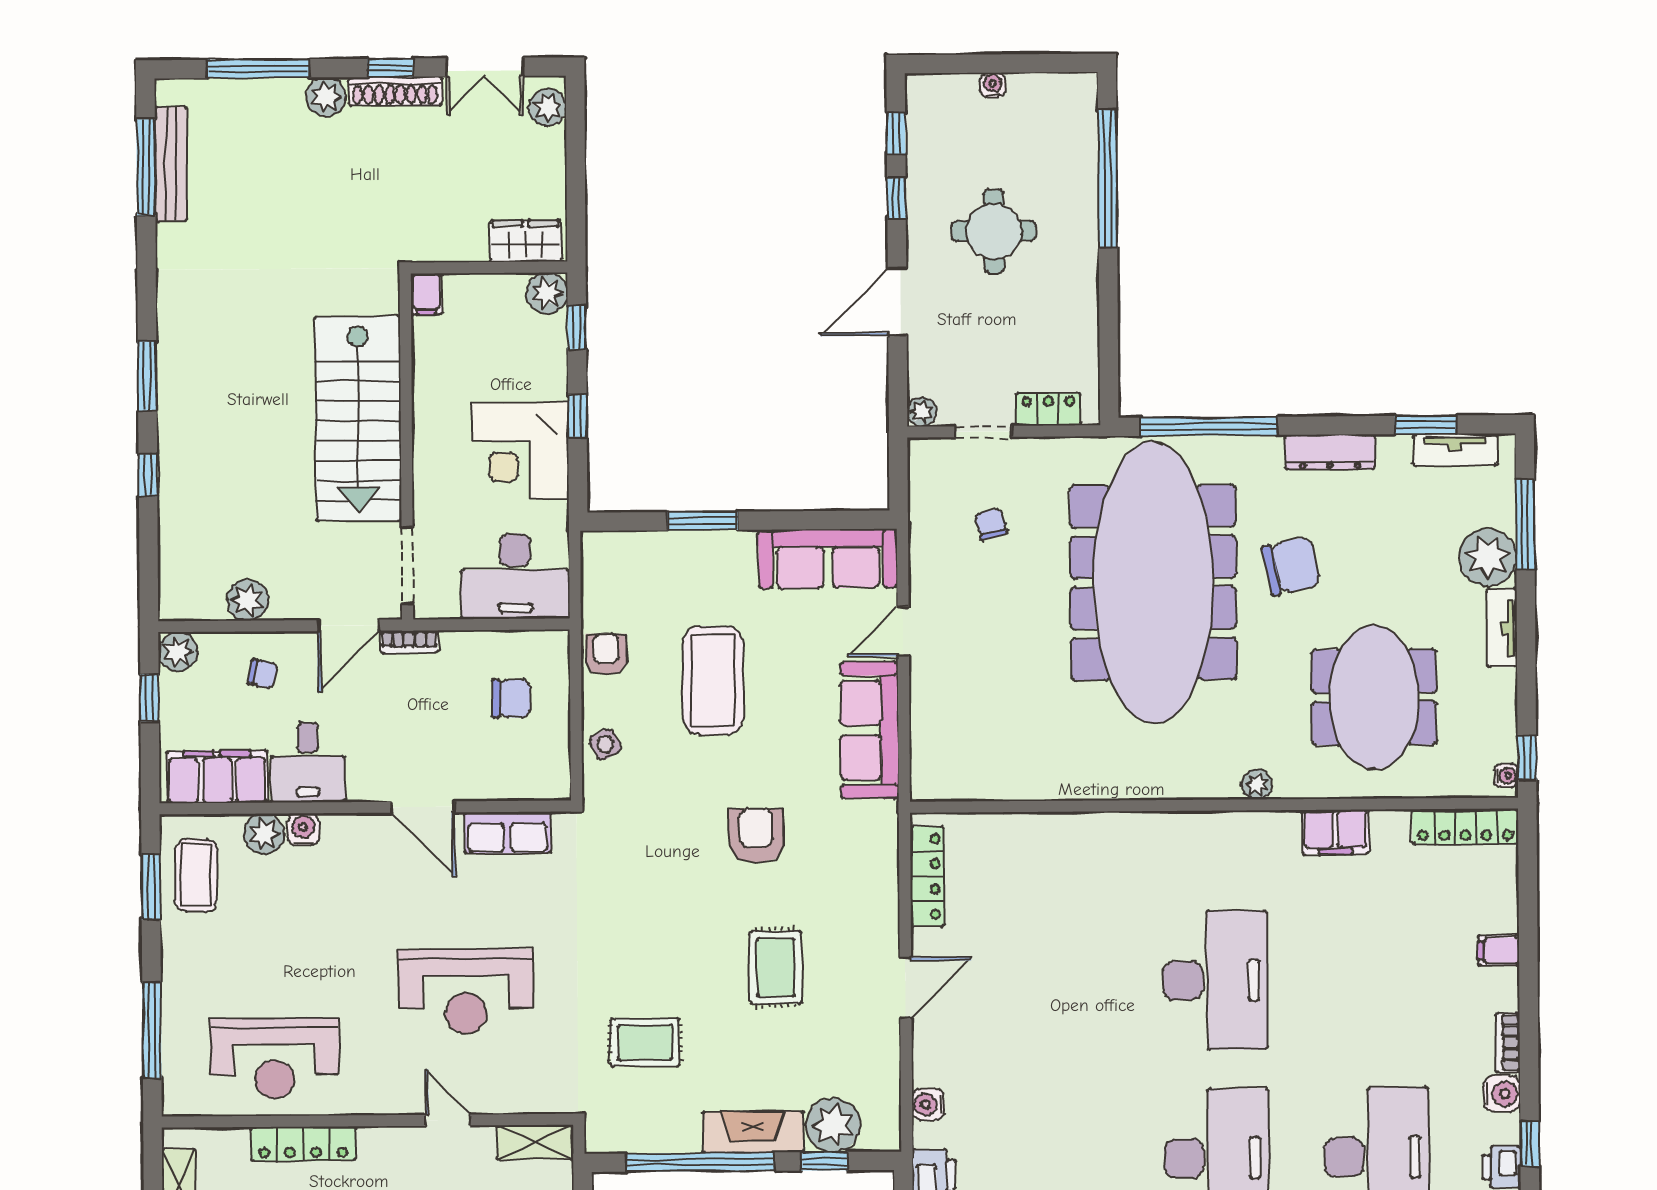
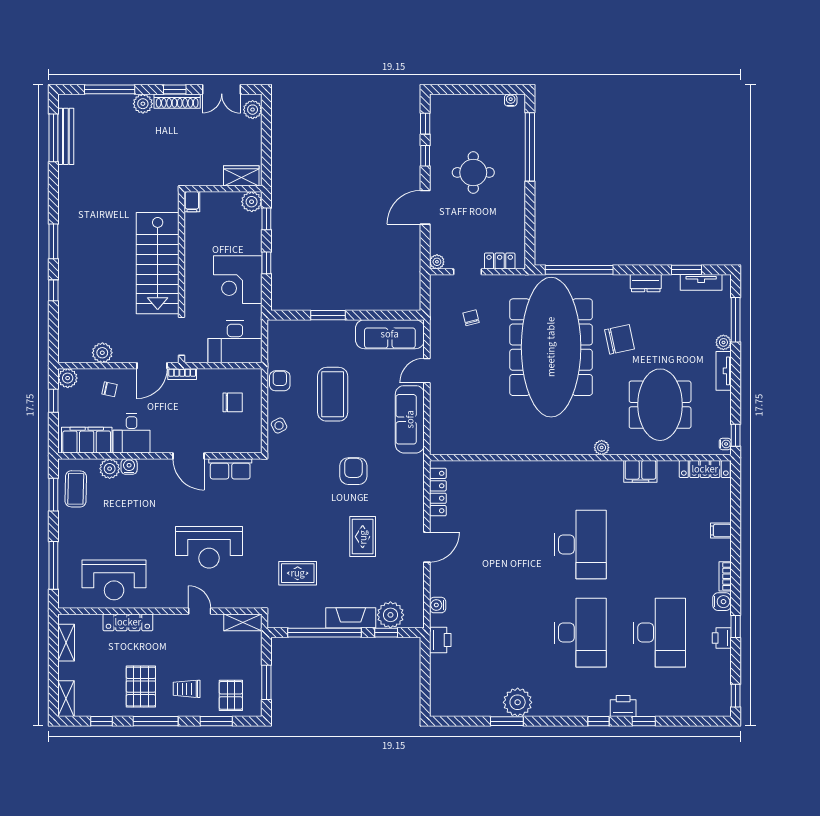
water cooler: (993, 85) -> (511, 100), moved
dresser: (1330, 452) -> (646, 283), width x0.70
plant: (1488, 557) -> (723, 342), width x0.53, depth x0.53

